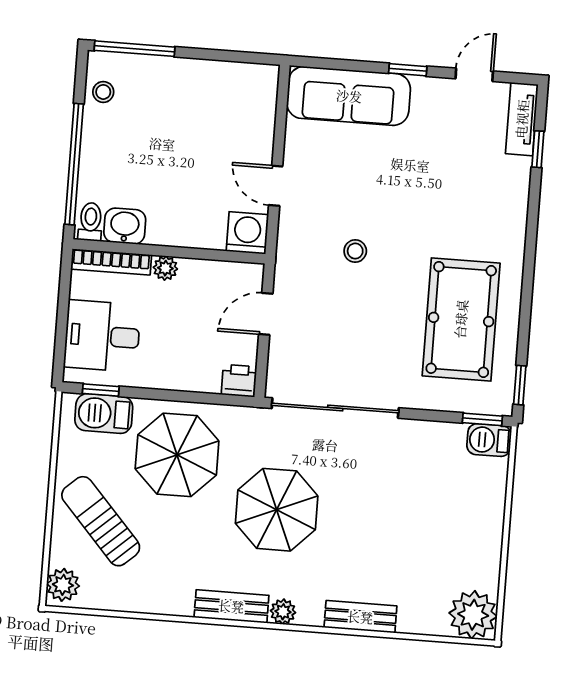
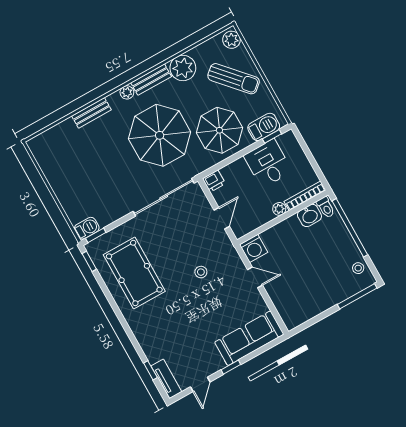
desk: (102, 336) -> (268, 164), moved, turned -90
parasol: (277, 510) -> (160, 135), width x1.36, depth x1.36
plant: (473, 615) -> (183, 68), moved

